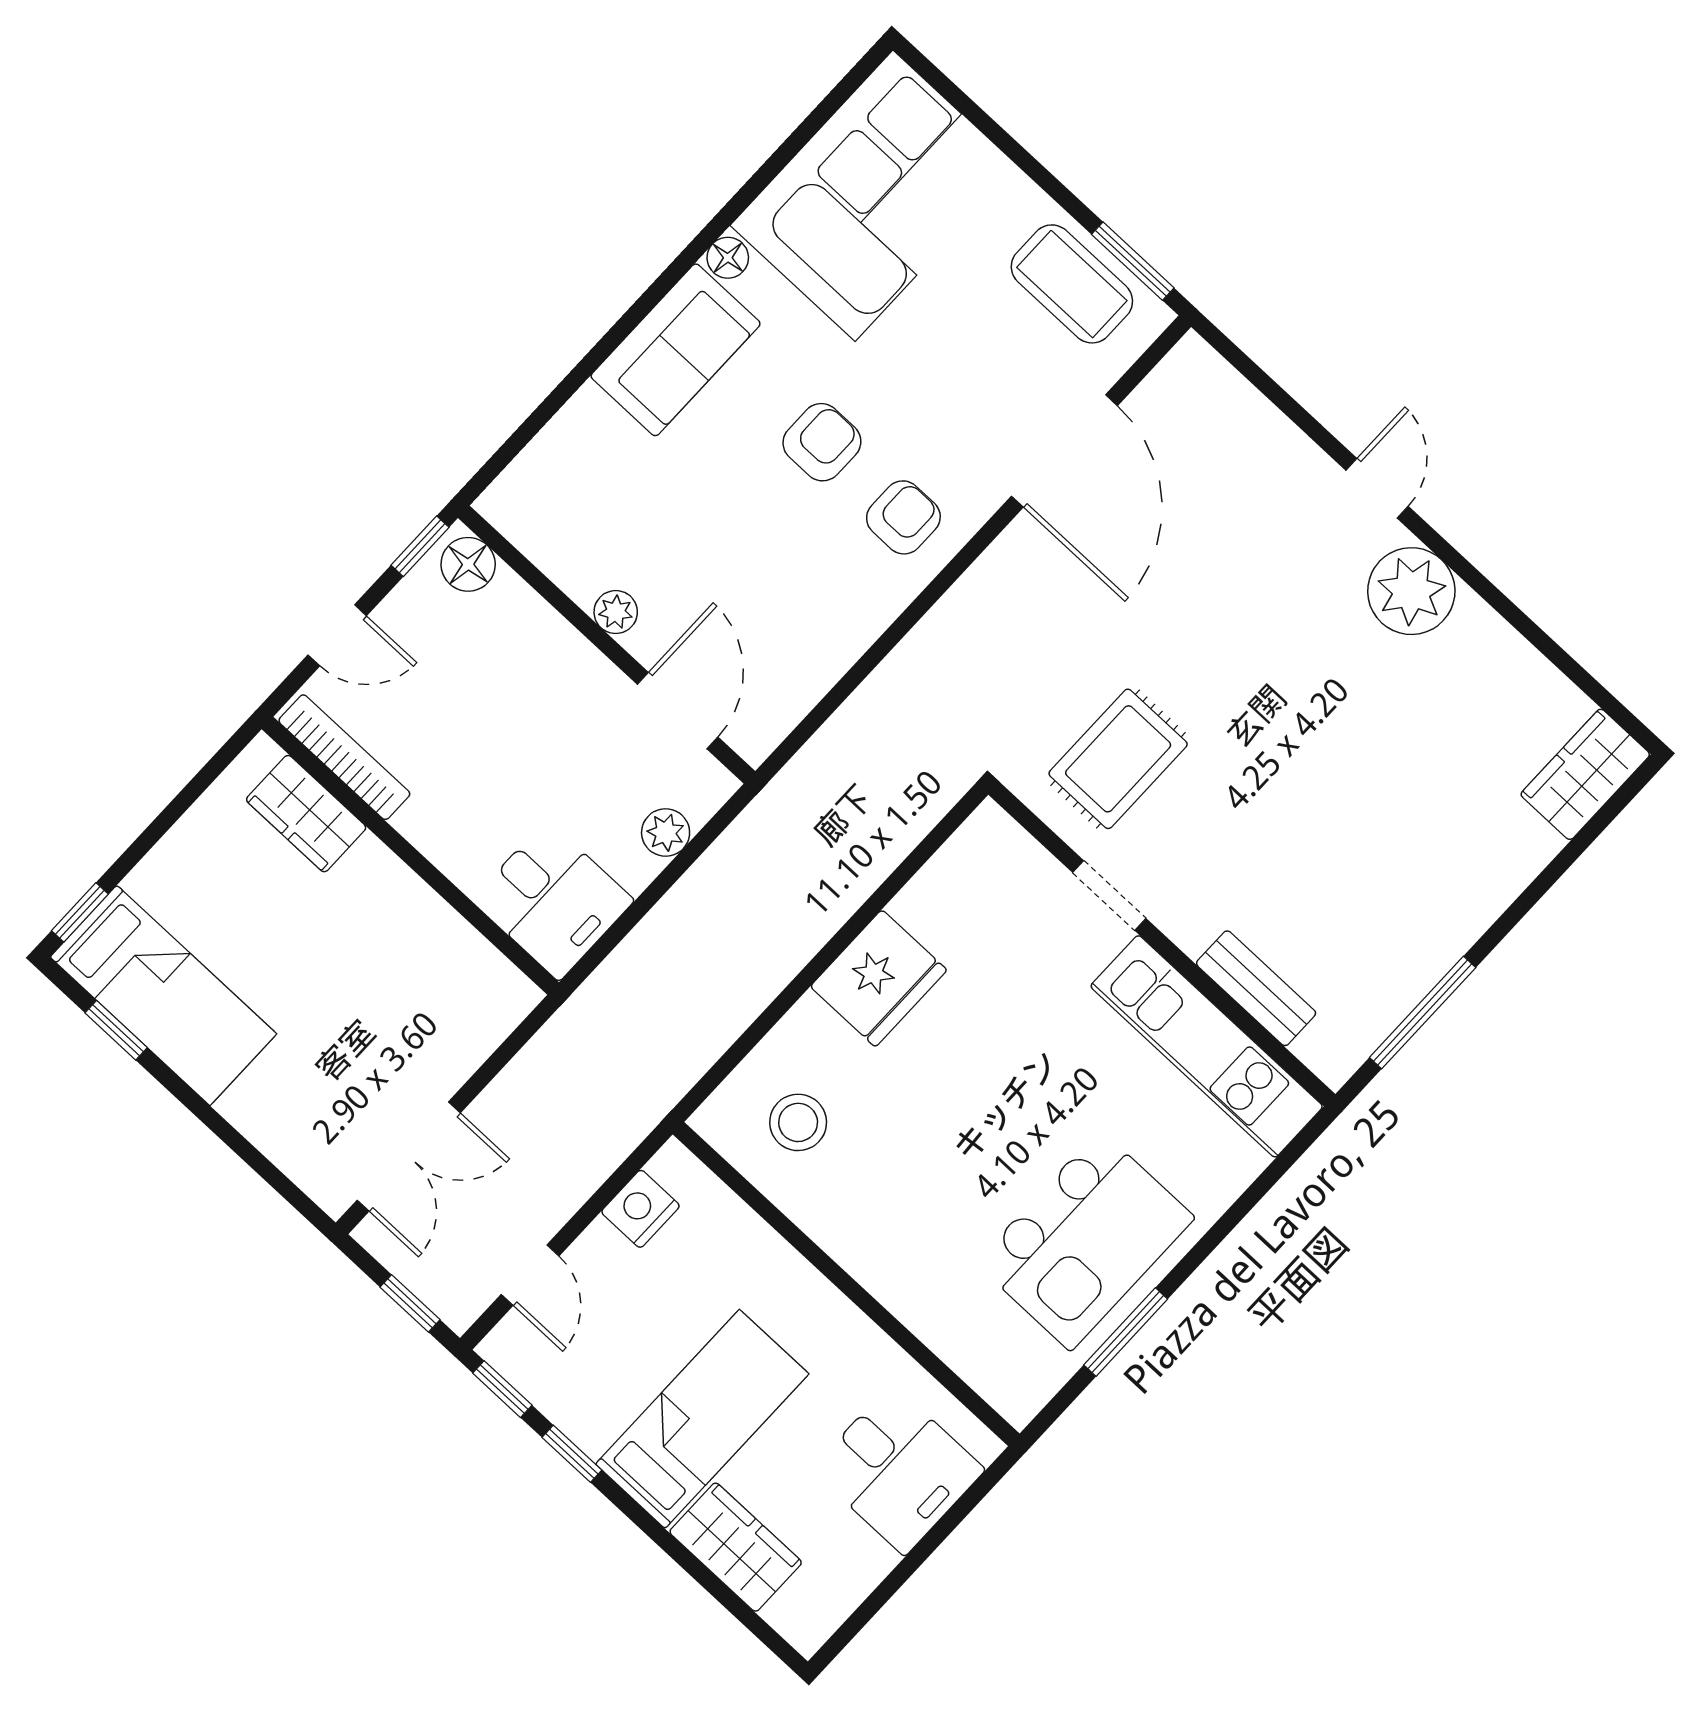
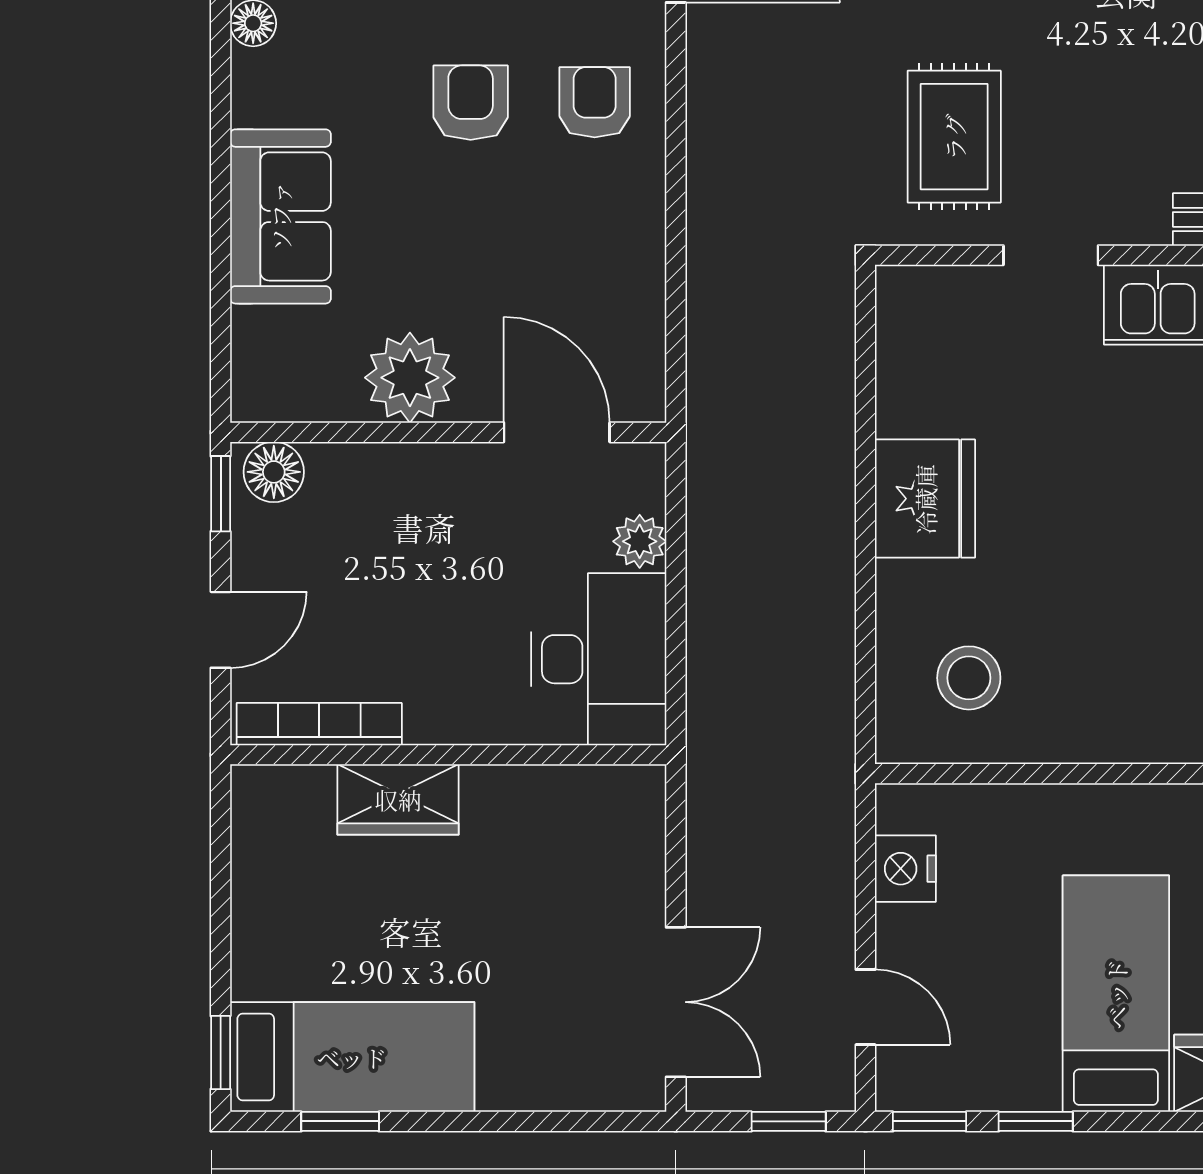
sofa: (676, 350) -> (280, 216), moved
plant: (616, 612) -> (410, 378), width x1.88, depth x1.88
wardrobe: (306, 814) -> (398, 799), moved
desk: (553, 900) -> (599, 659), width x1.37

